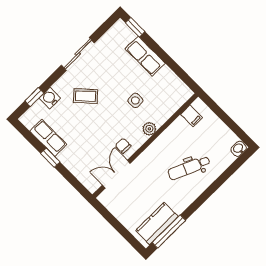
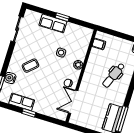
window: (135, 27) -> (62, 17), moved
sliding door: (78, 54) -> (17, 29), moved

